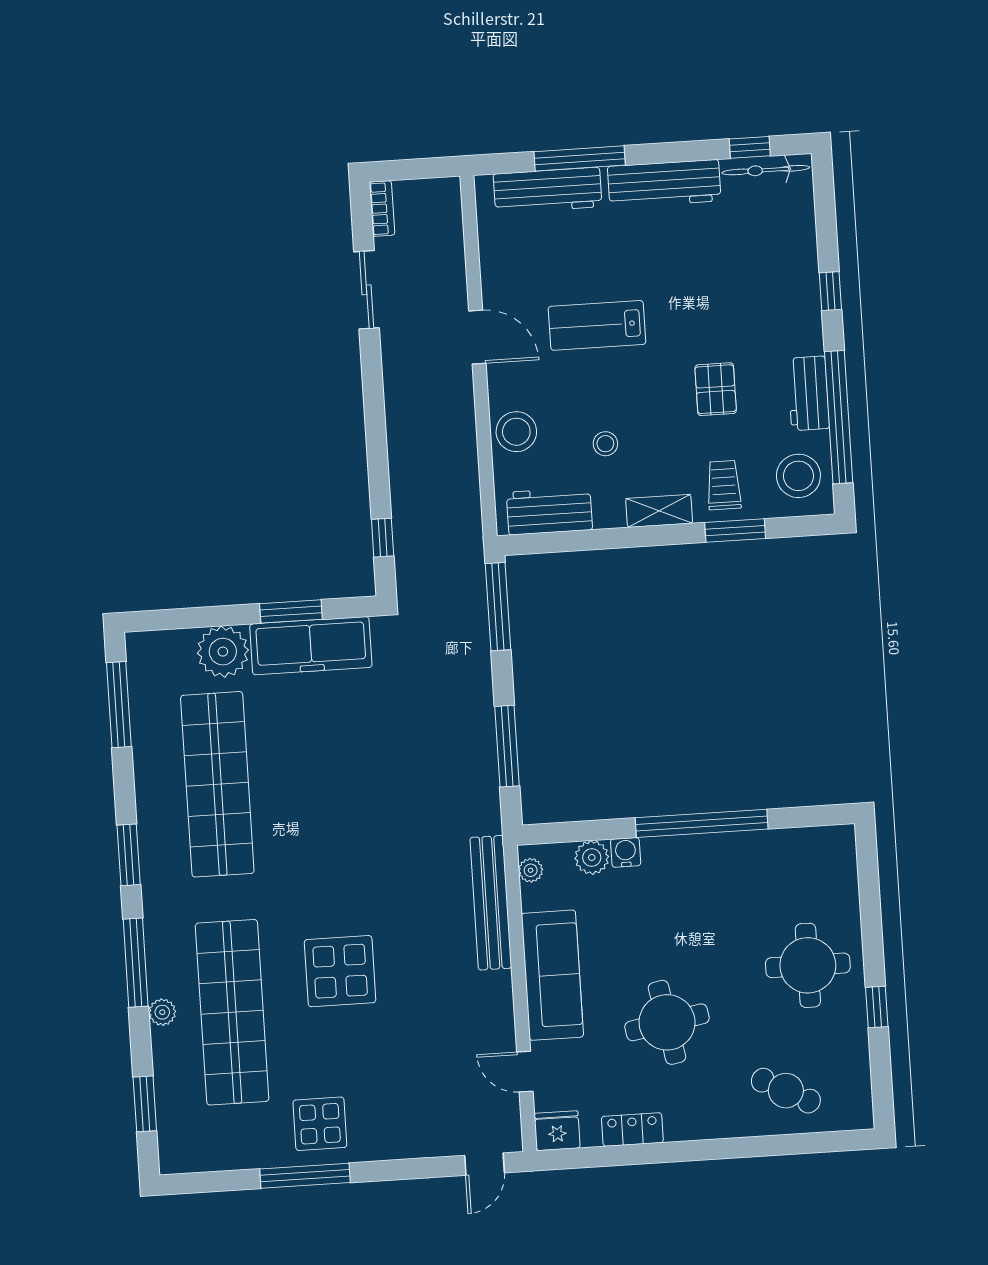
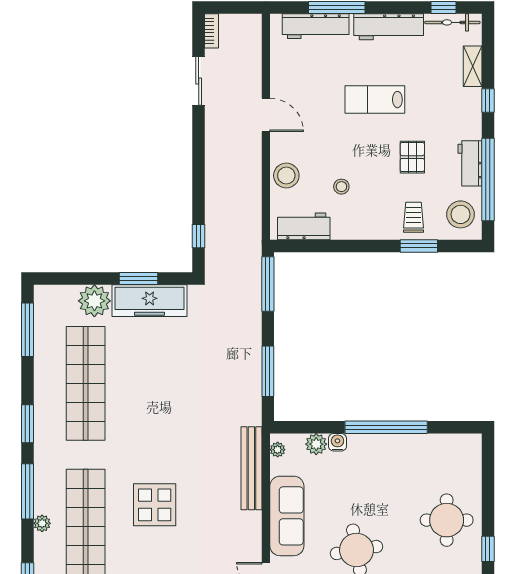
lab bench: (597, 325) -> (375, 100), moved
shelving: (659, 511) -> (473, 66), moved, turned 90

